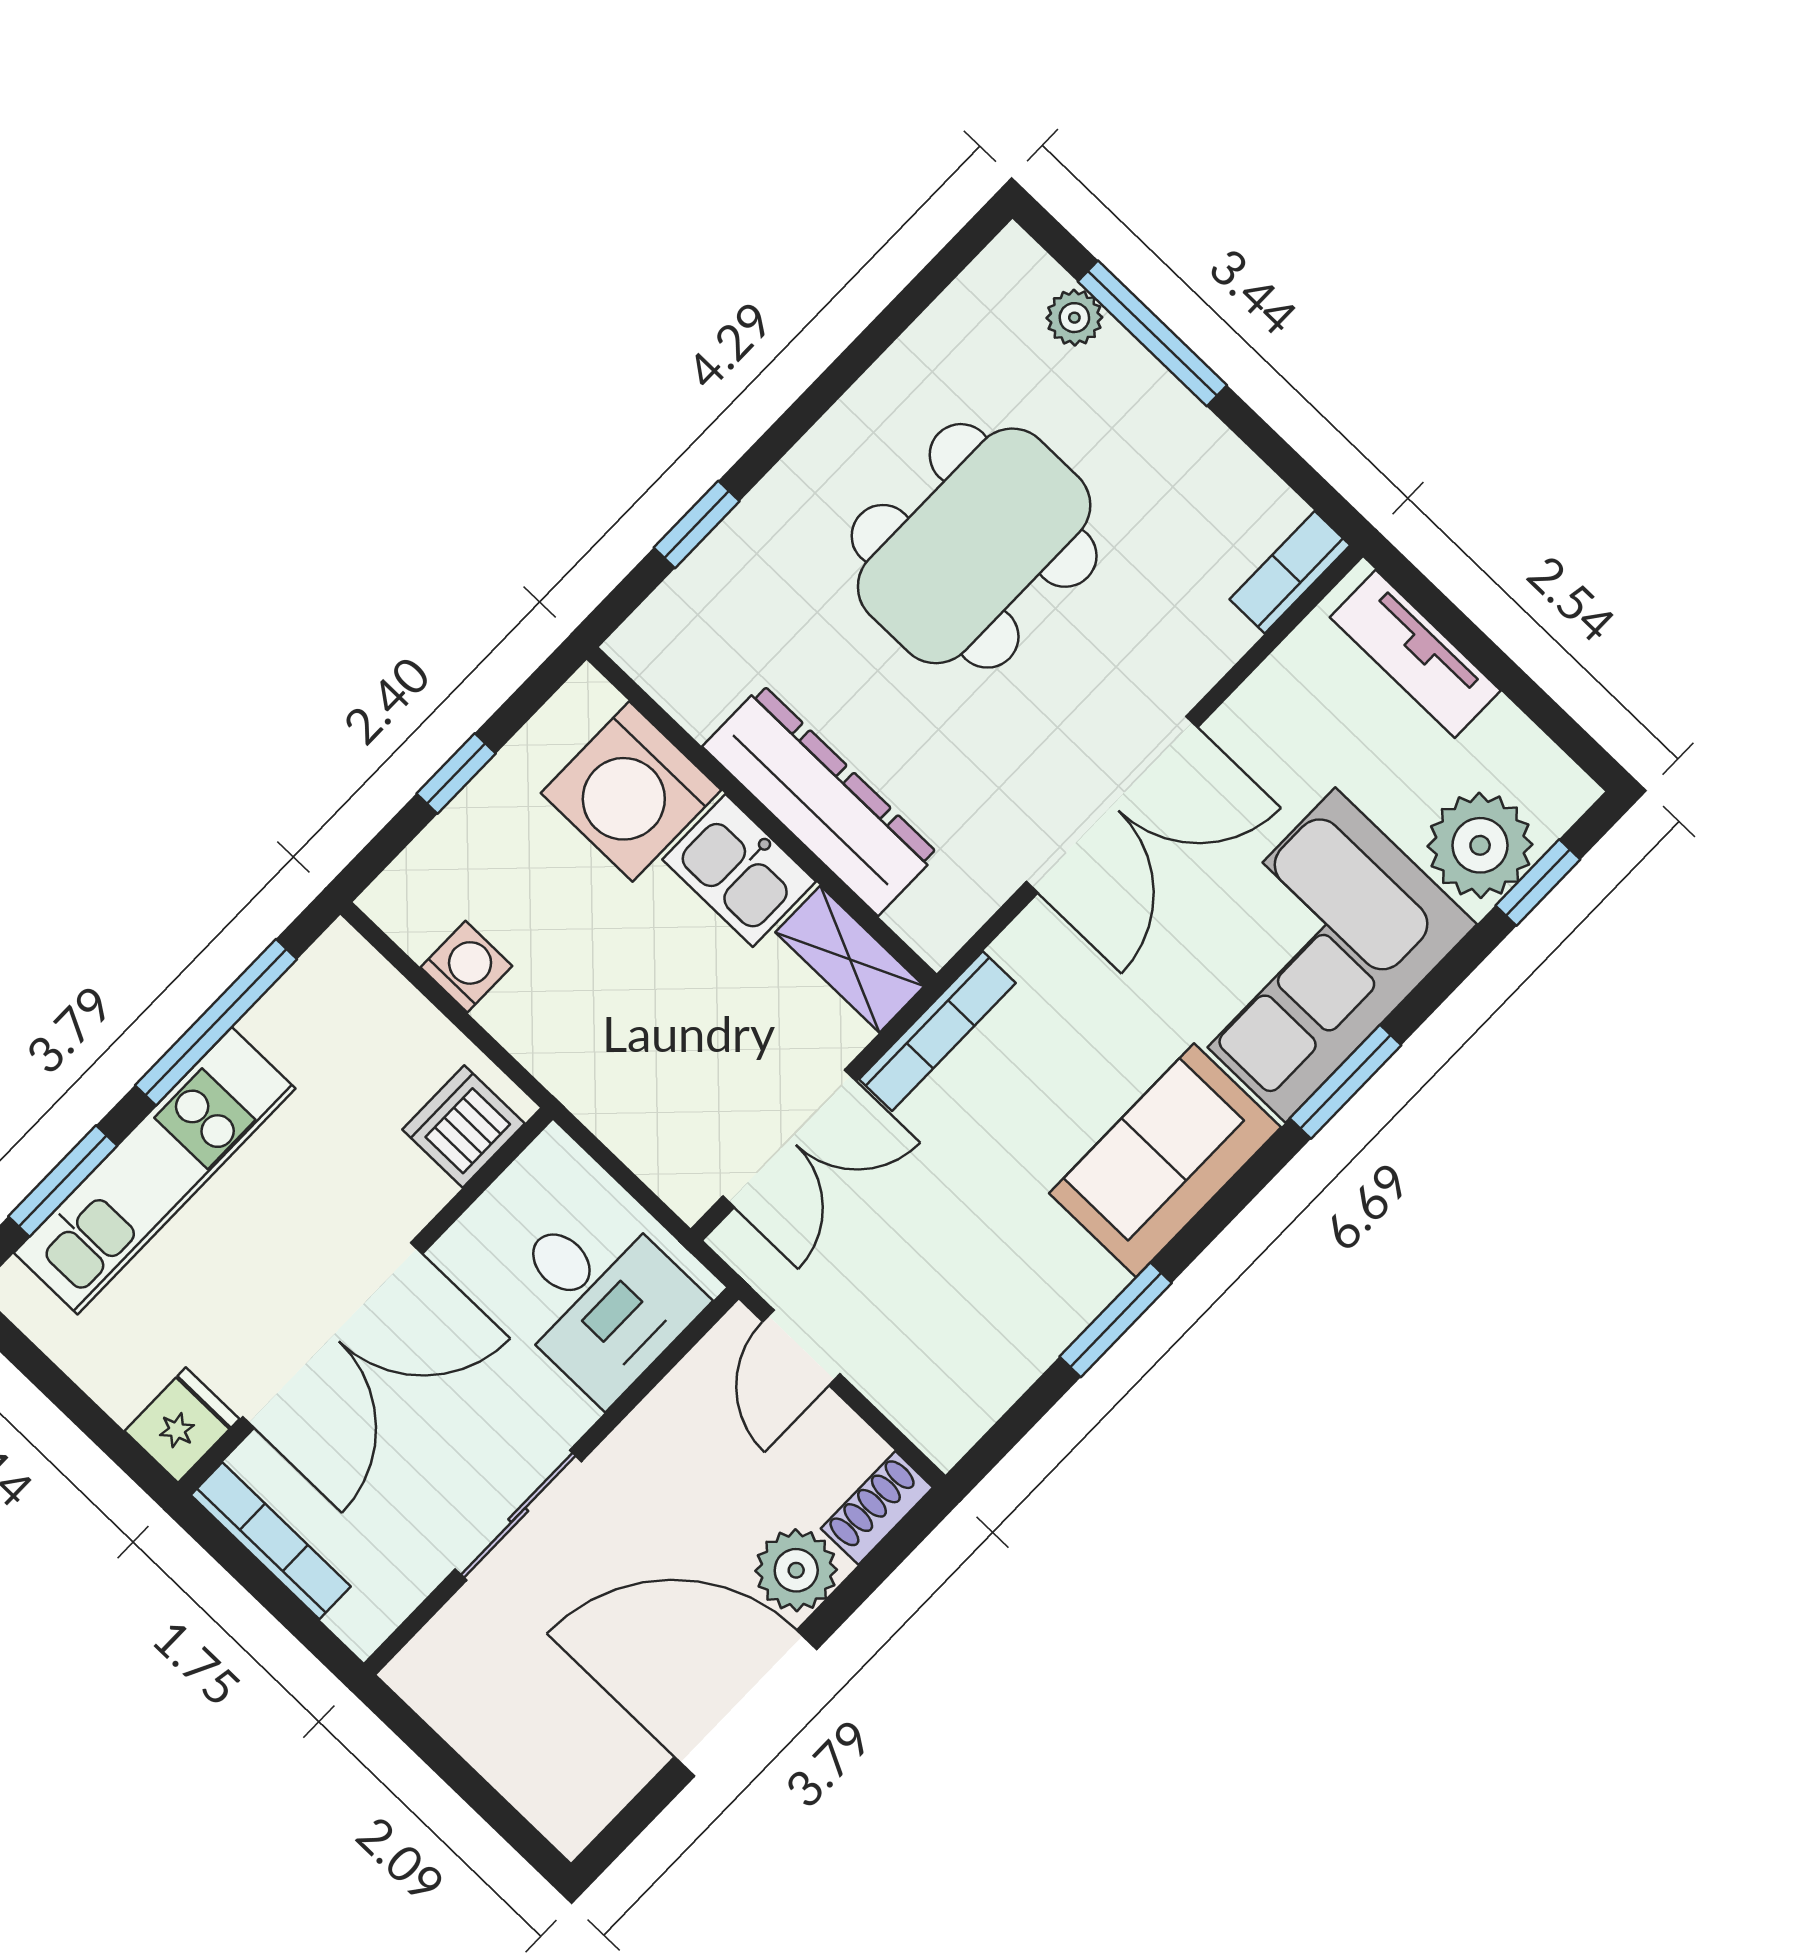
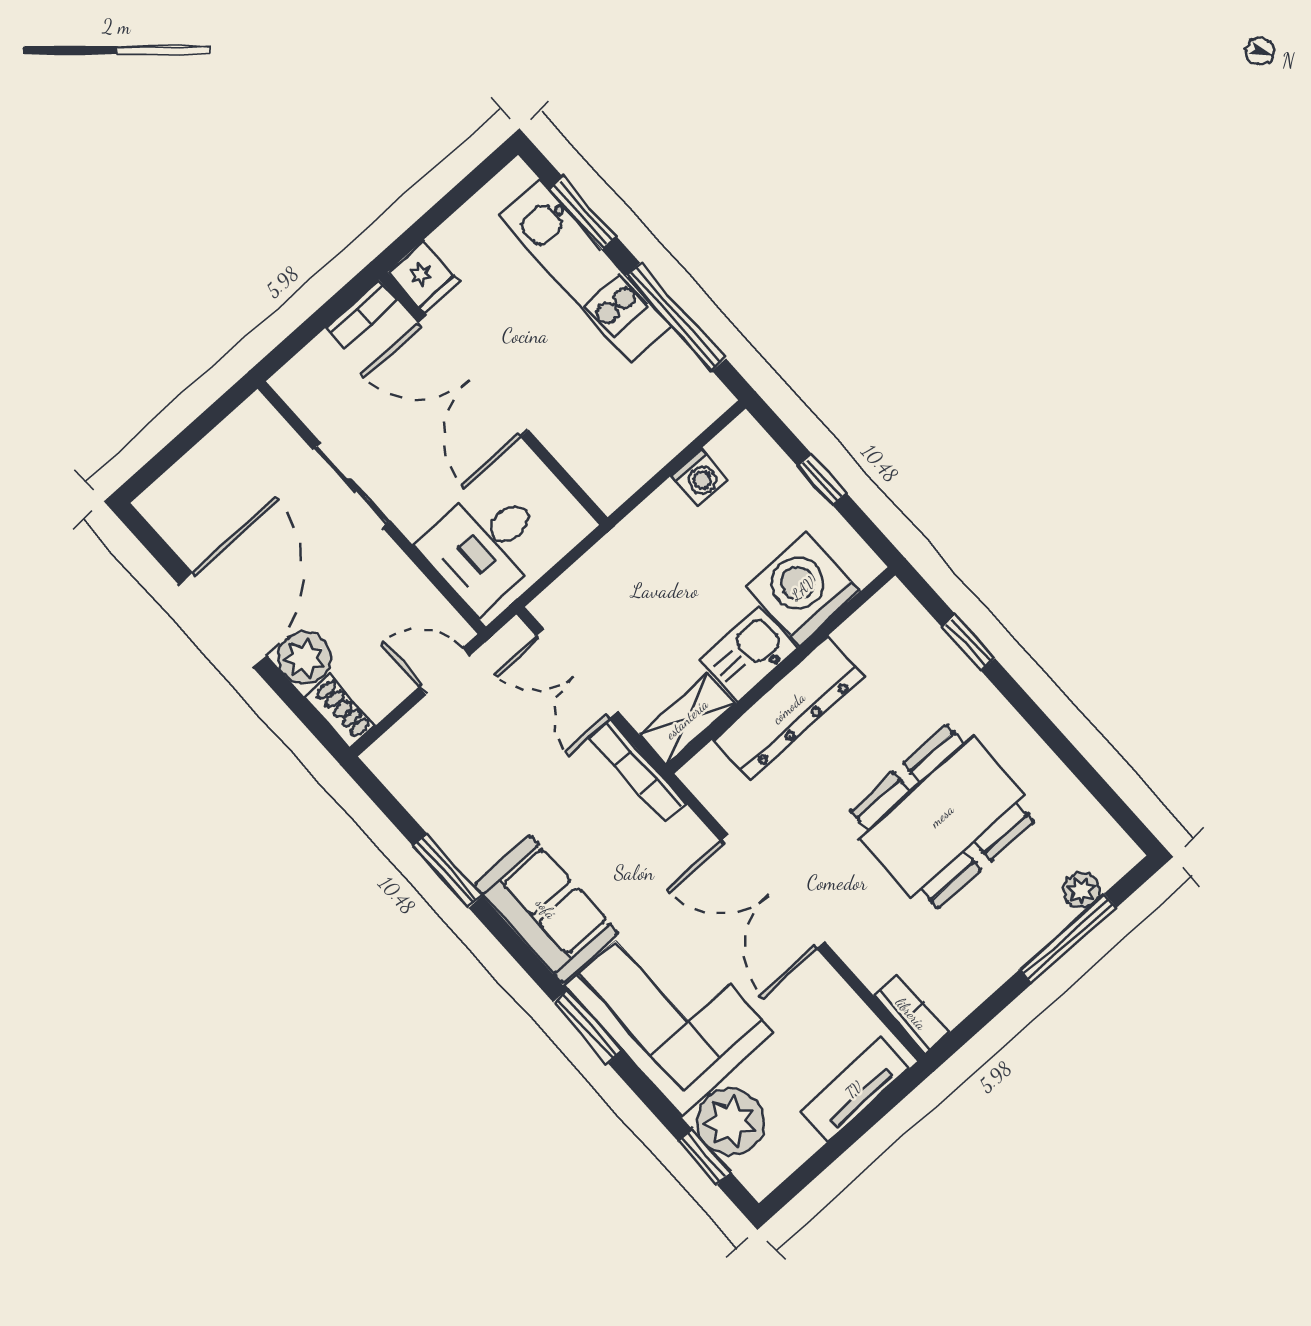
dining table: (974, 546) -> (942, 816), turned 90
dishwasher: (464, 1127) -> (599, 468), removed
bookcase: (271, 1541) -> (362, 314), width x0.64

